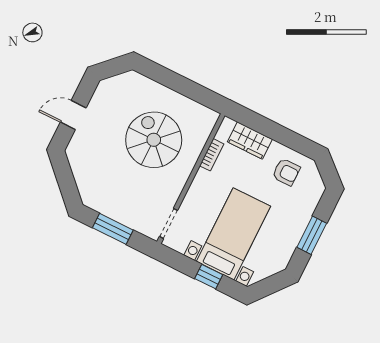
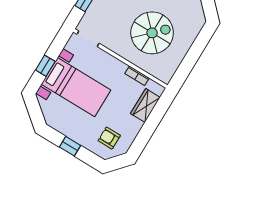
armchair: (286, 172) -> (109, 138), moved, turned 90
window: (312, 235) -> (70, 146), width x0.67

